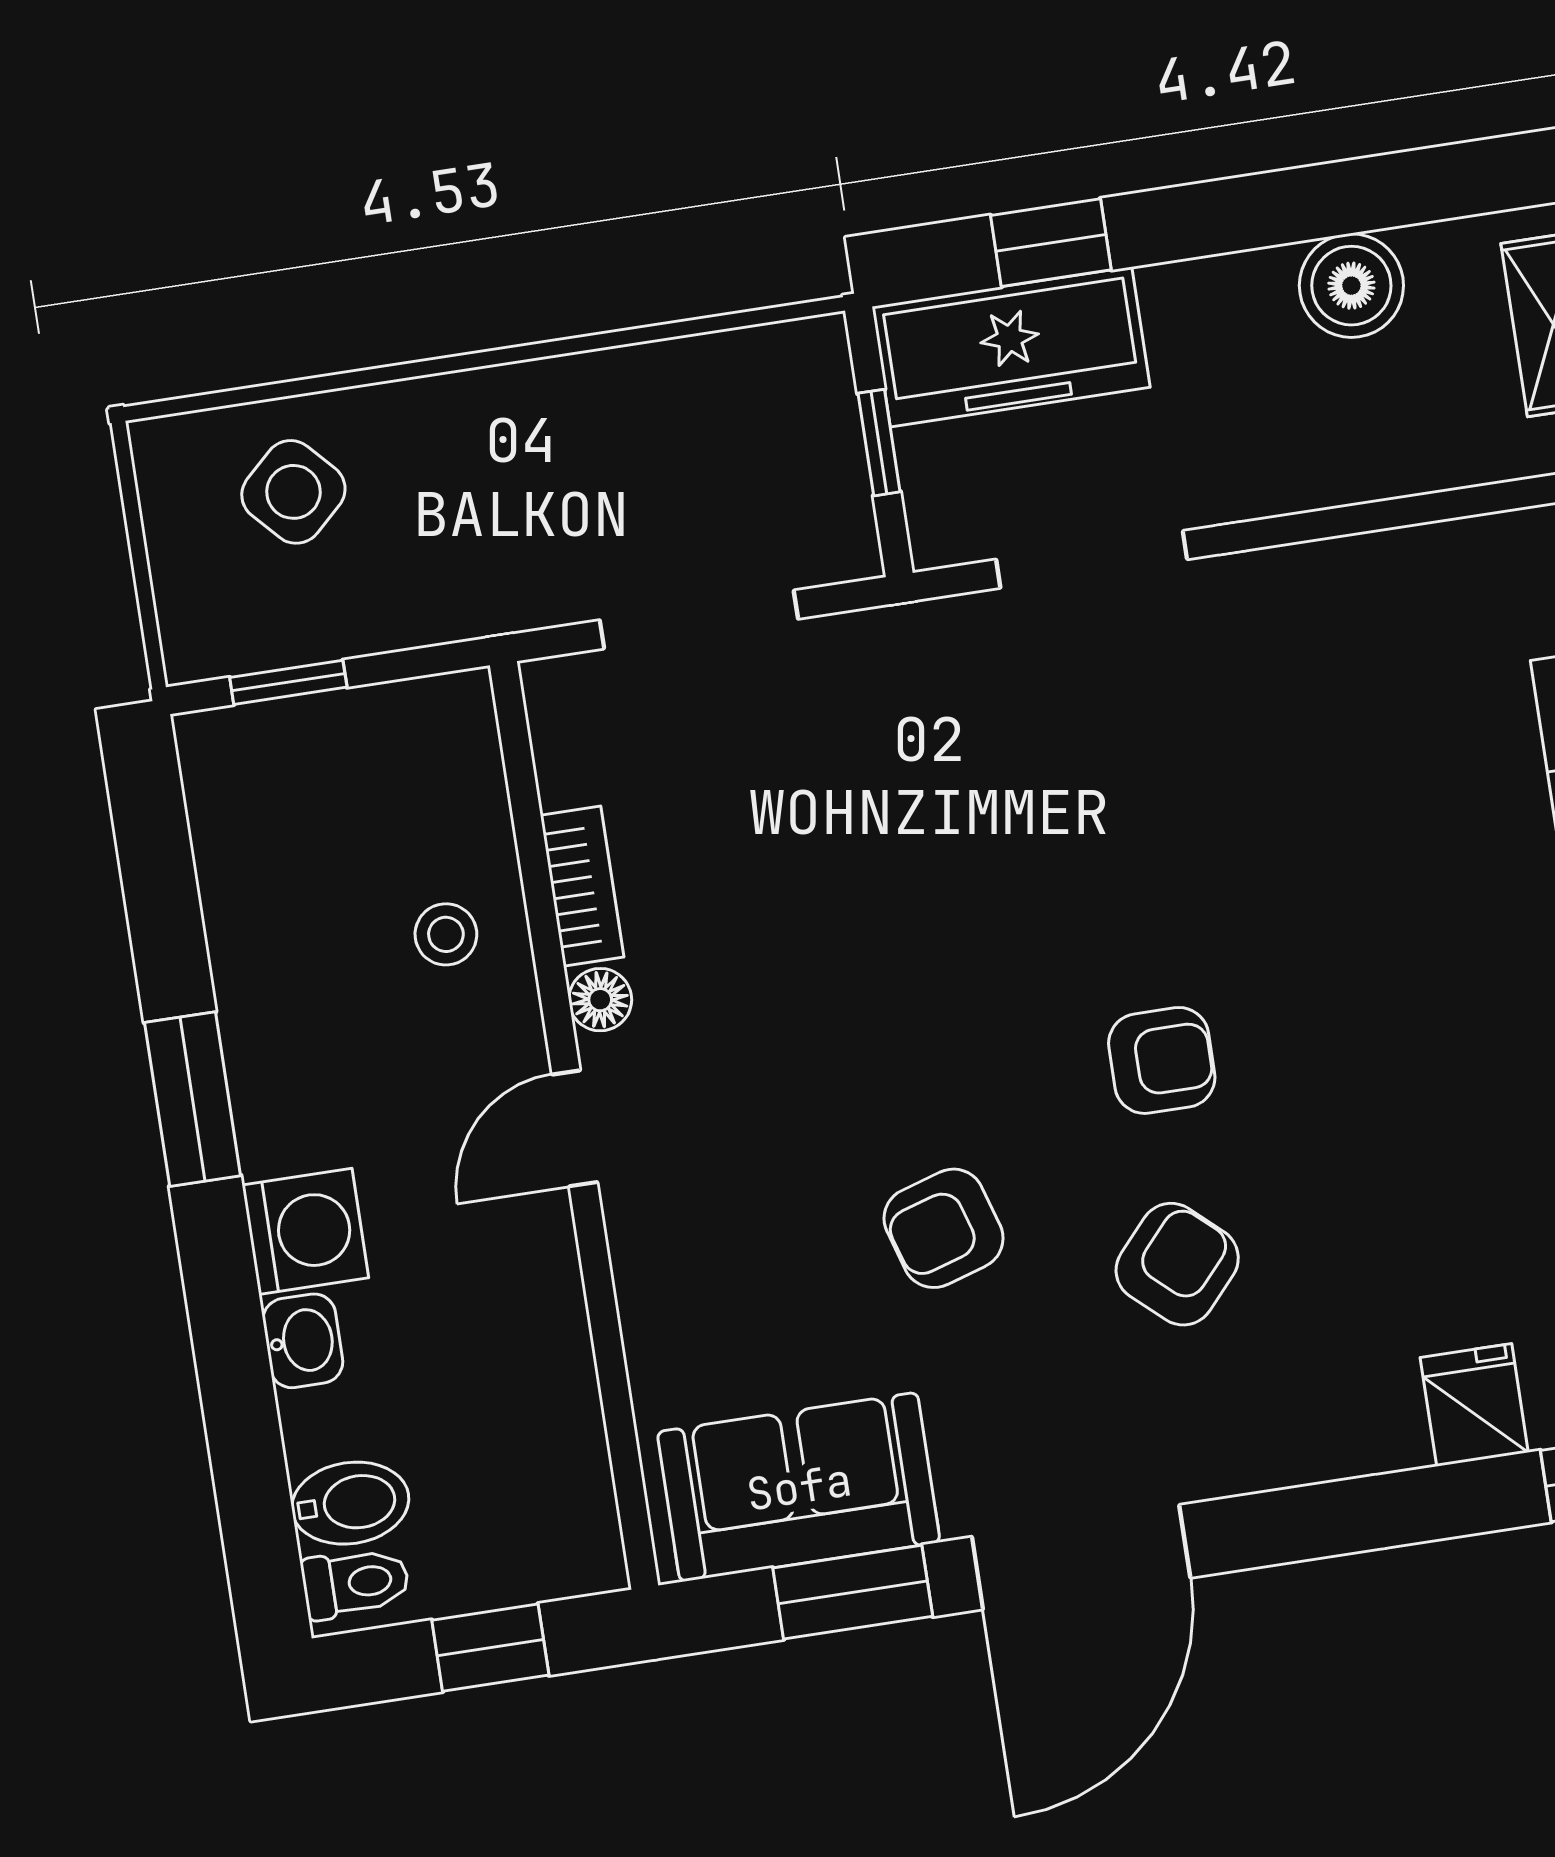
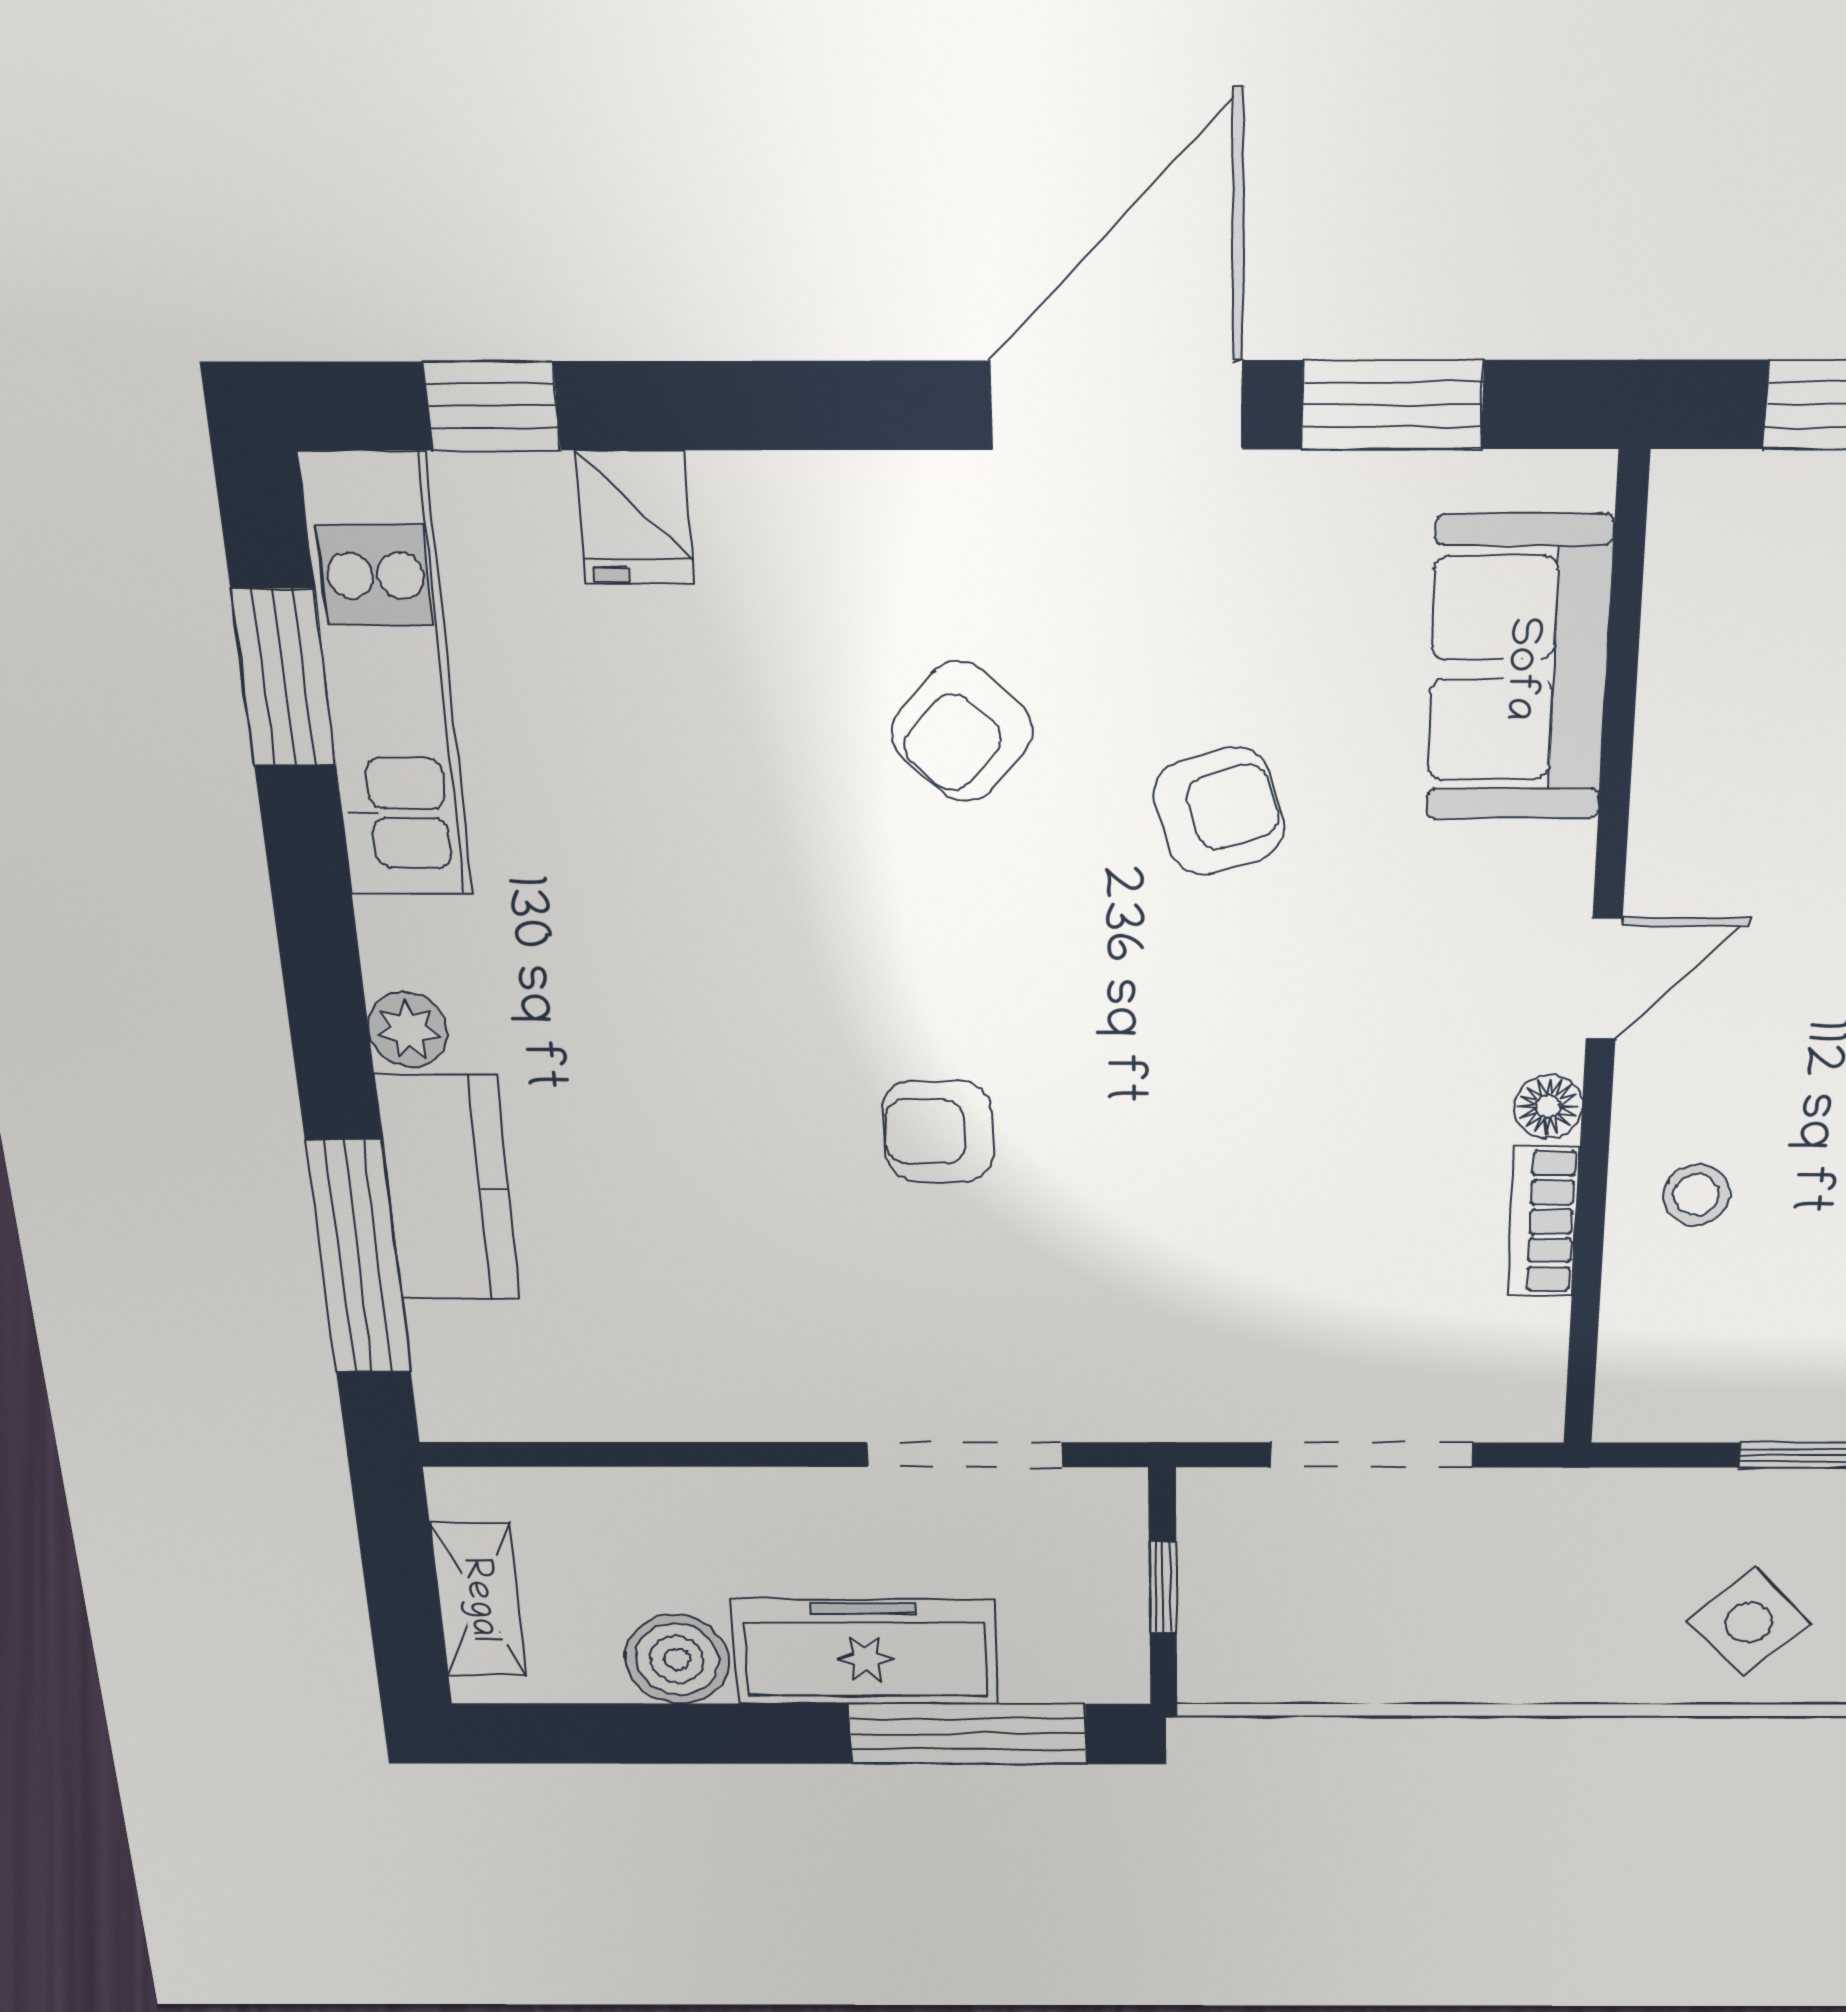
window: (1051, 243) -> (968, 1734), width x2.17
freezer: (1011, 347) -> (865, 1652), moved
armchair: (1162, 1060) -> (938, 1132), moved
sofa: (799, 1487) -> (1519, 669), moved, turned 90

